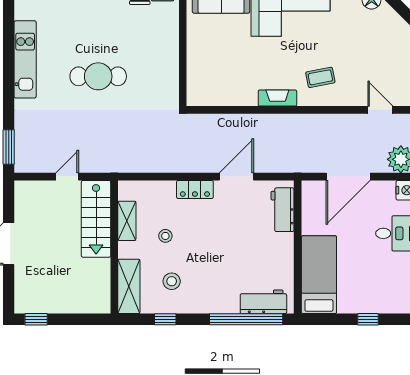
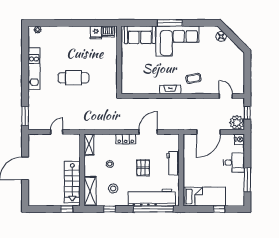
workbench: (283, 210) -> (173, 163), moved
stairs: (96, 219) -> (72, 182), moved
shelving: (127, 221) -> (89, 145), moved
pallet: (227, 243) -> (143, 168), added
bed: (319, 275) -> (204, 197), moved, turned 90
workbench: (263, 302) -> (152, 197), width x1.88, depth x1.32
window: (36, 319) -> (67, 209), moved

